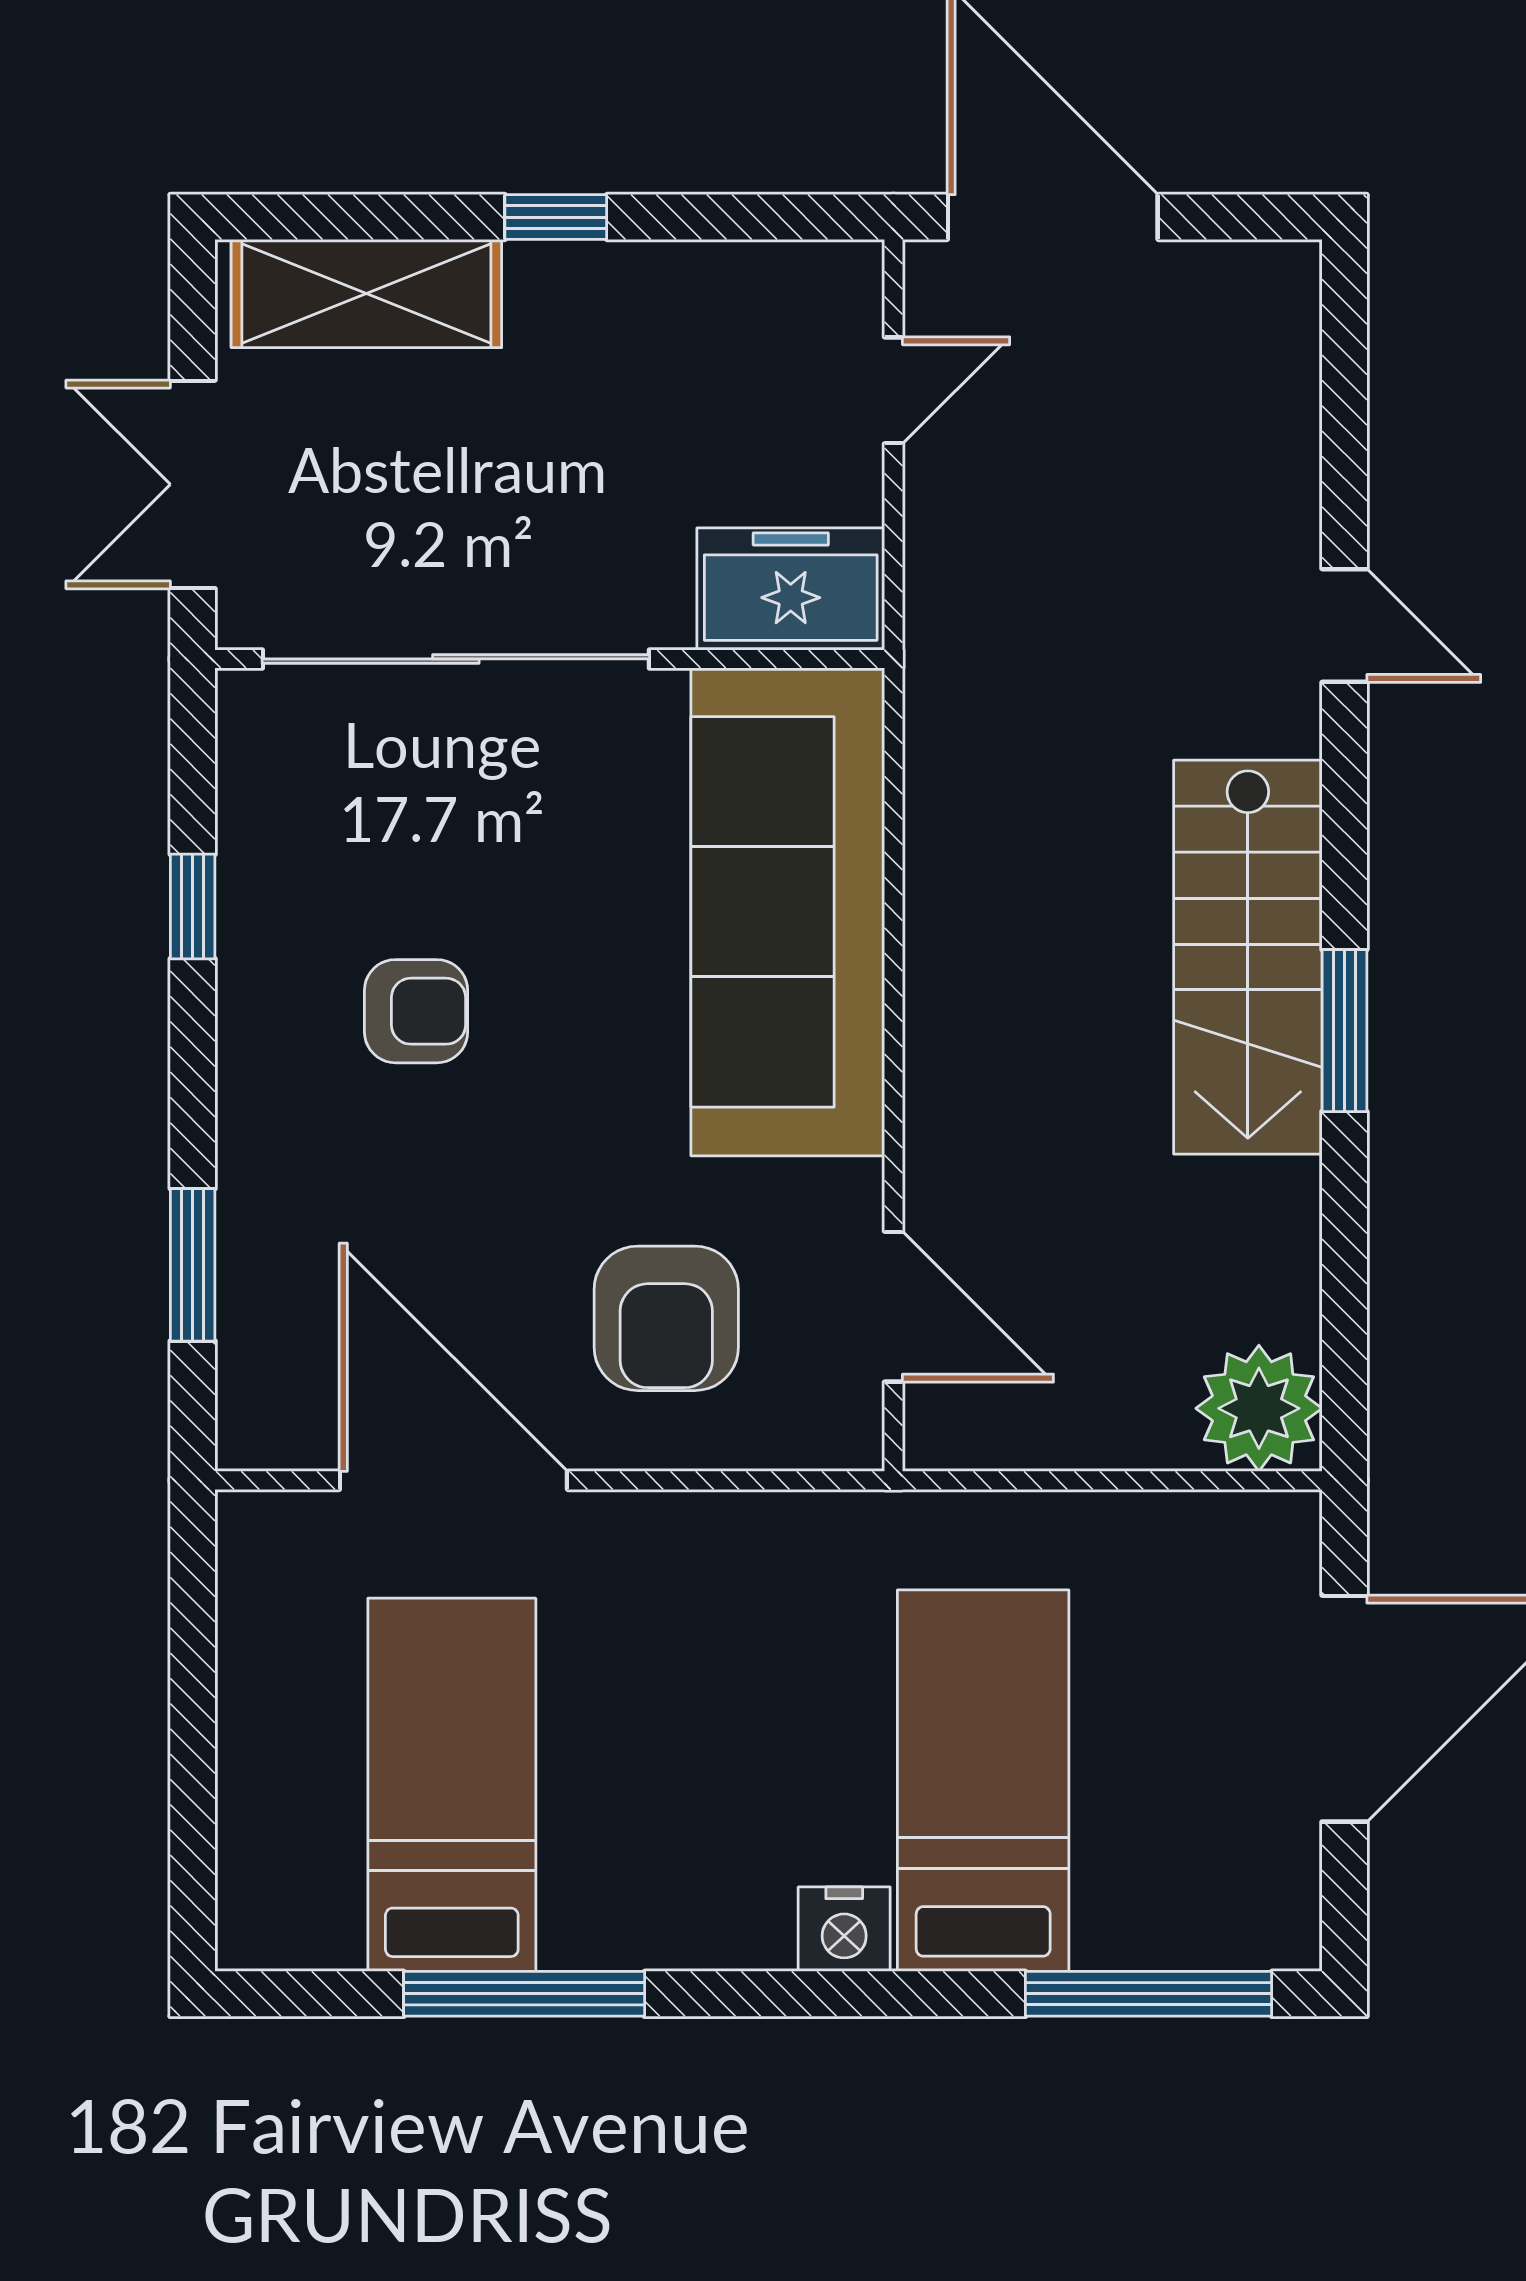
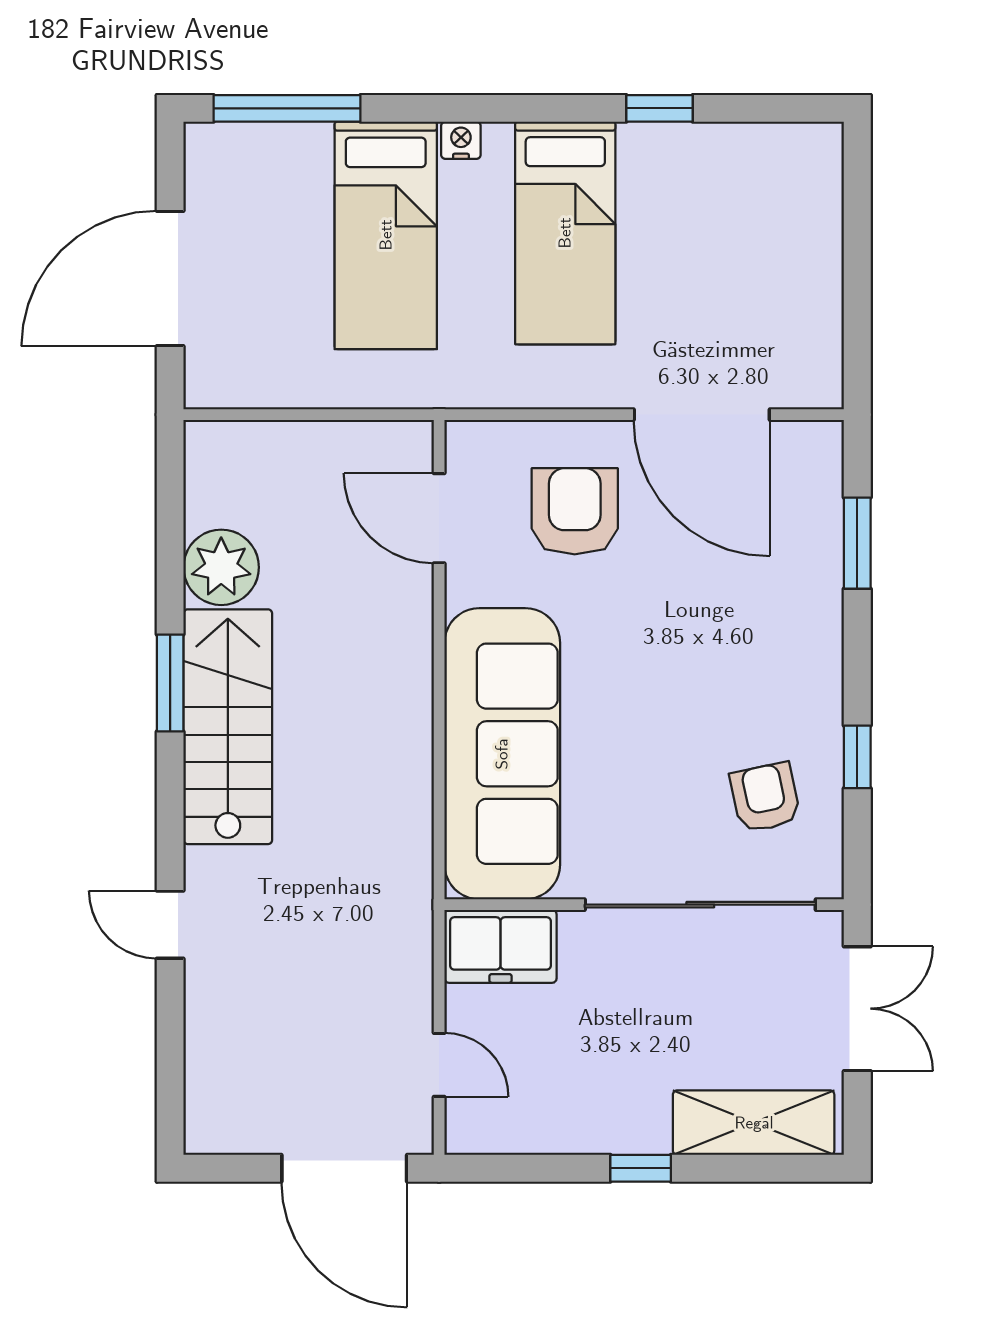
door: (894, 390) -> (439, 1065), swing flipped
armchair: (416, 1011) -> (765, 797), moved, turned 78
plant: (1259, 1408) -> (221, 567), moved
bed: (452, 1785) -> (565, 233), moved
nightstand: (844, 1929) -> (461, 140), width x0.72, depth x0.74
window: (524, 1994) -> (660, 108), width x0.46

